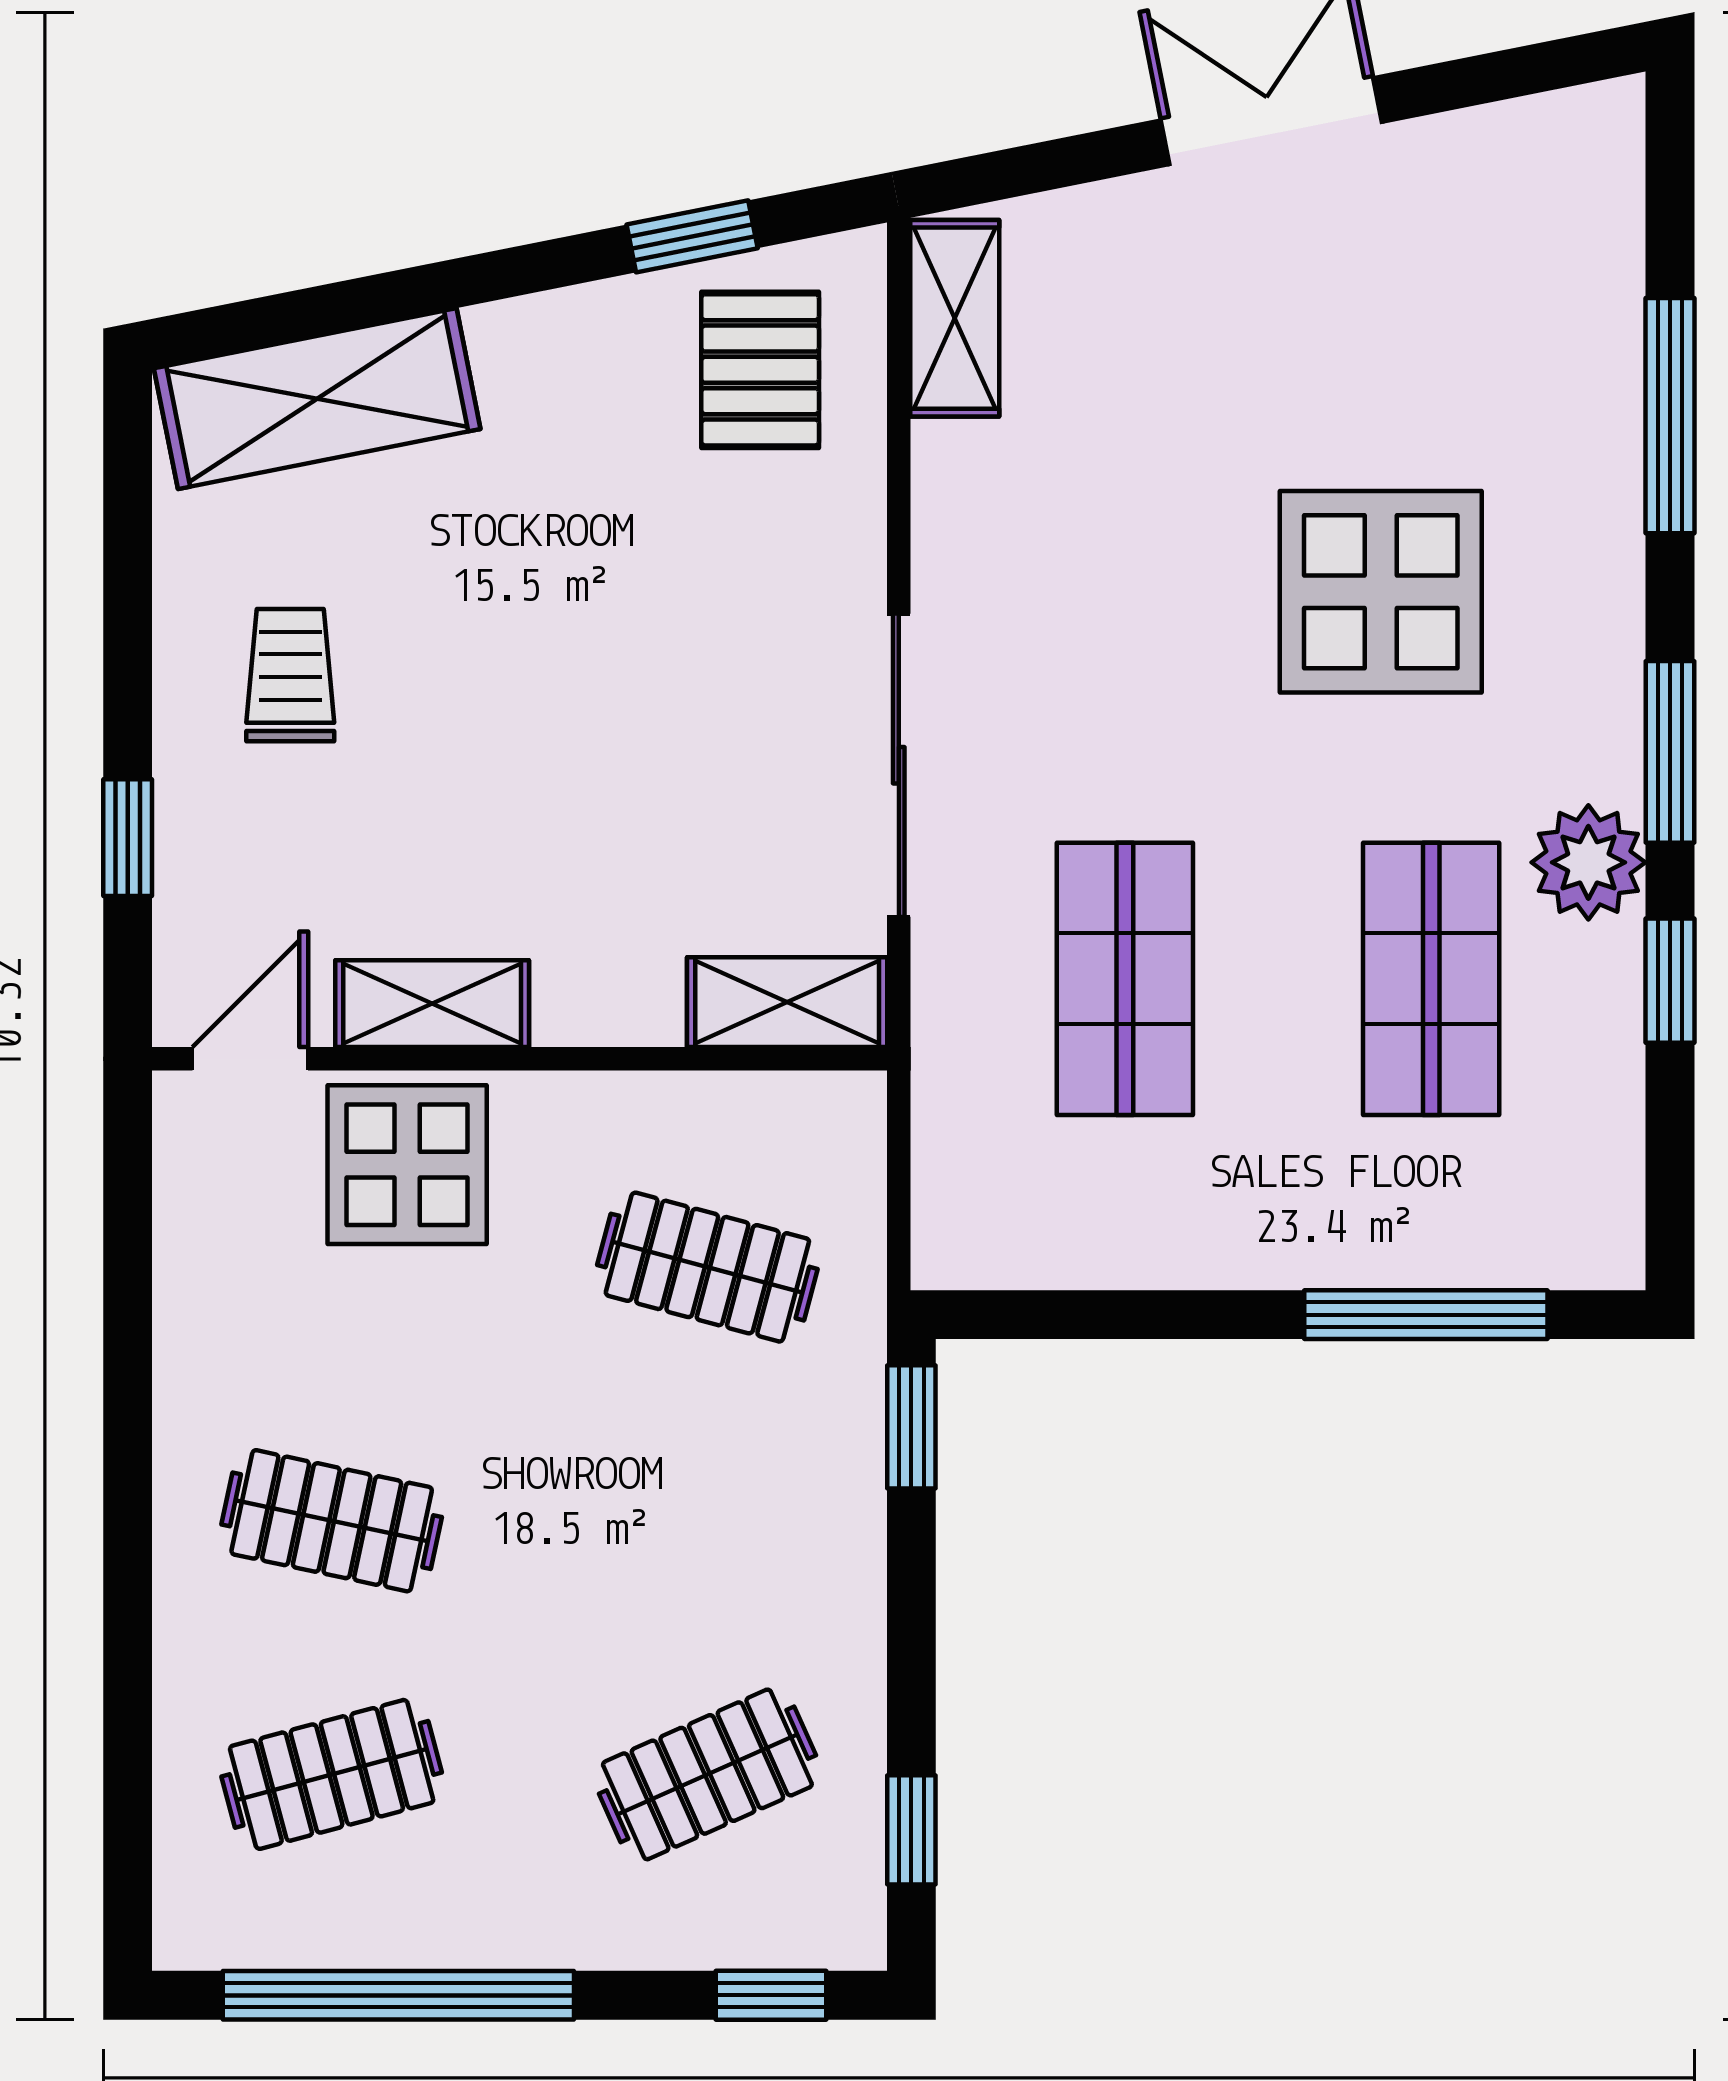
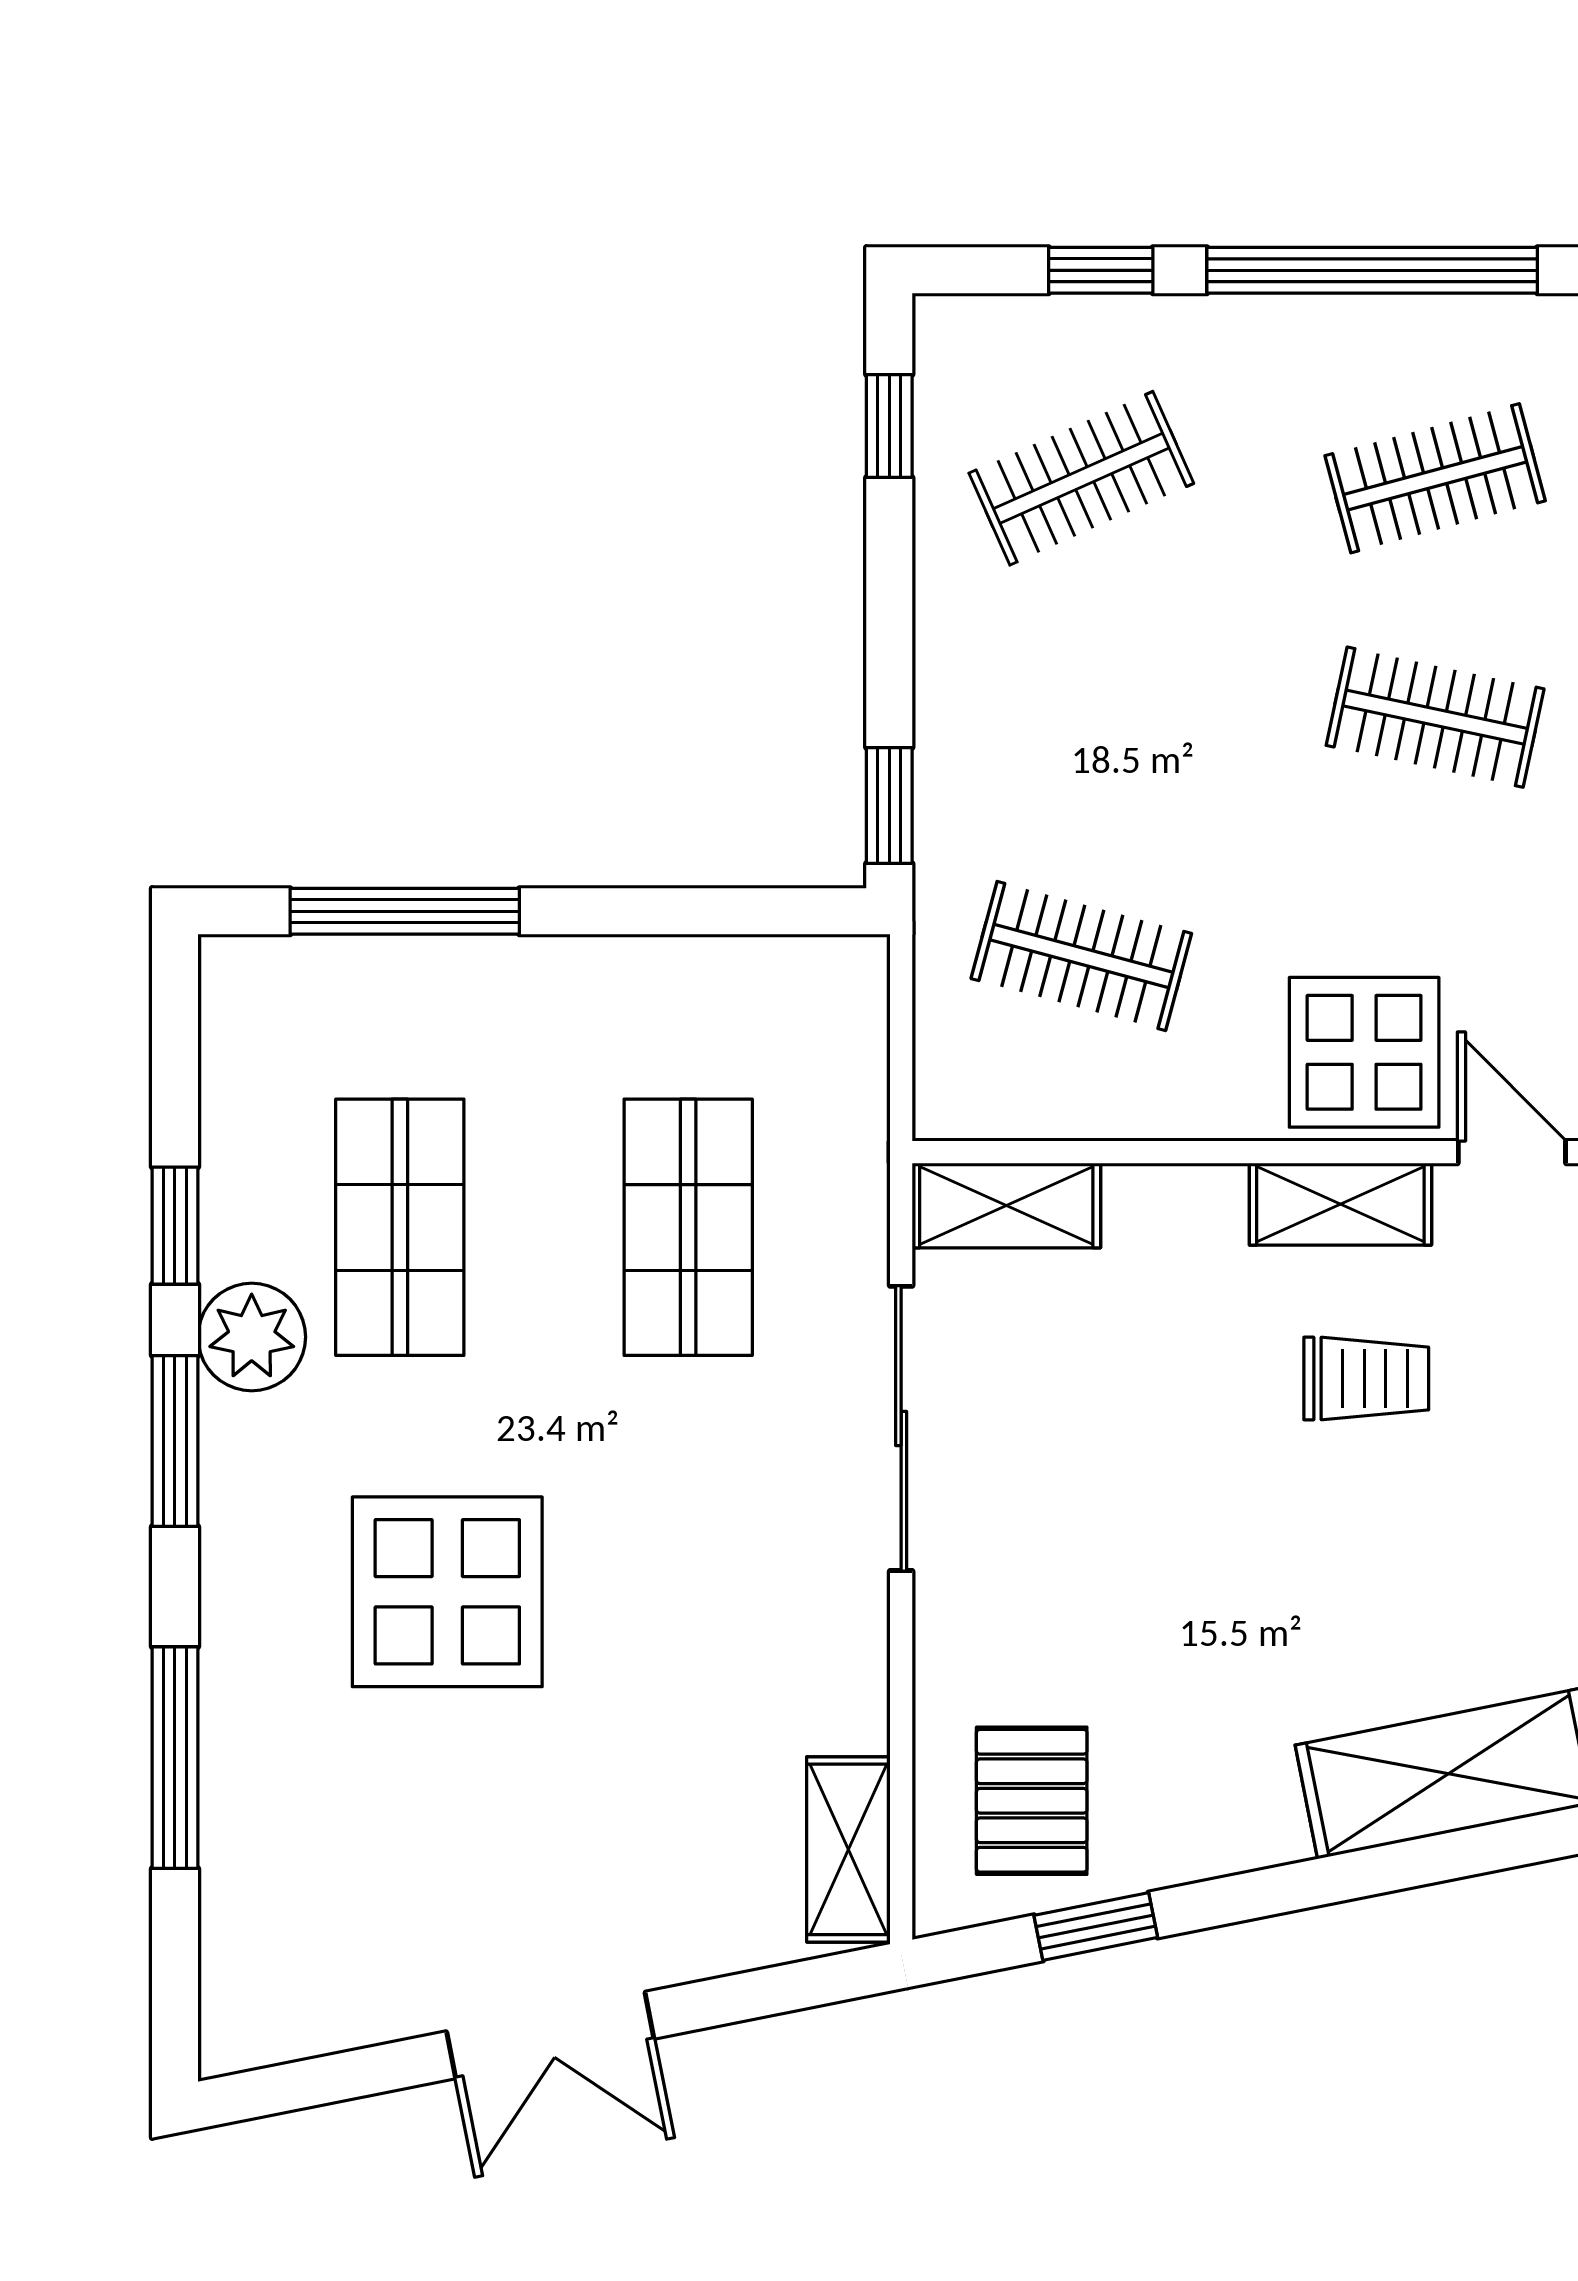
trolley: (290, 675) -> (1366, 1379), moved, turned -90
door: (250, 1059) -> (1512, 1152), swing flipped
window: (771, 1995) -> (1101, 270), moved

